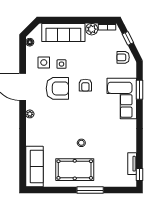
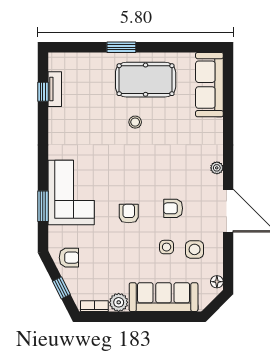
armchair: (57, 88) -> (173, 208), width x0.53, depth x0.53
window: (139, 175) -> (43, 92), moved
window: (90, 190) -> (121, 47), width x0.69

